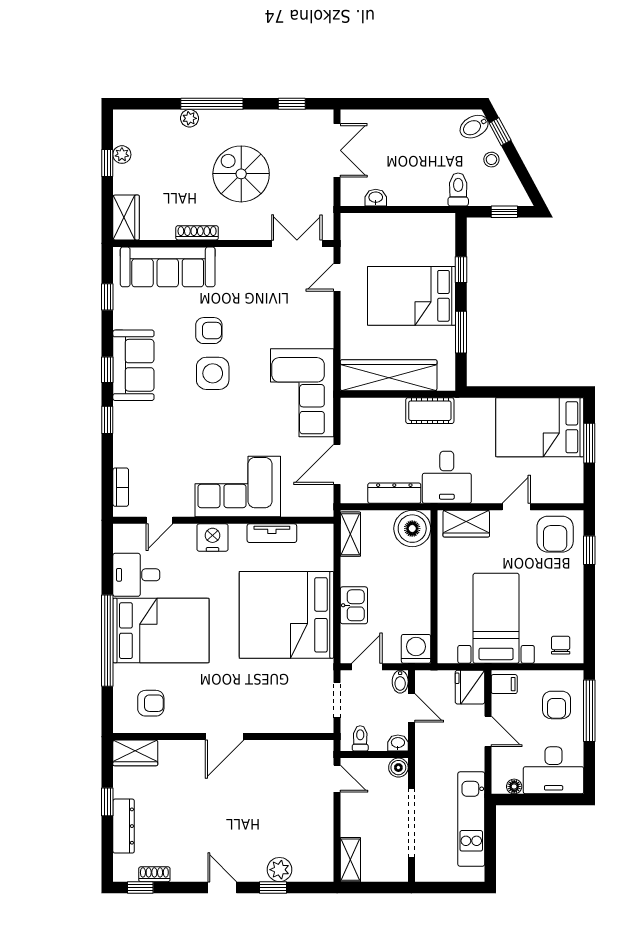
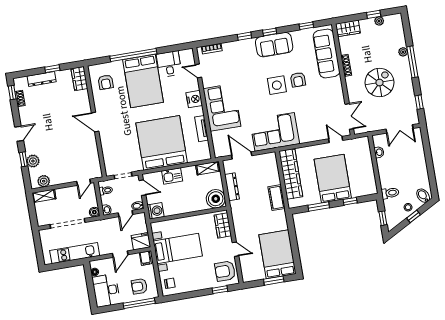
window: (500, 132) -> (414, 216), moved
desk: (447, 477) -> (244, 212), removed
plant: (322, 855) -> (44, 181), added

